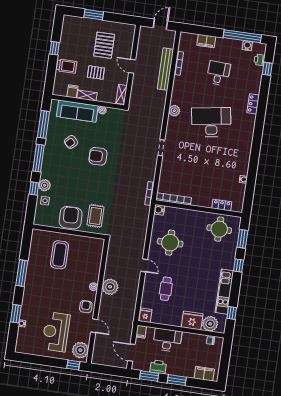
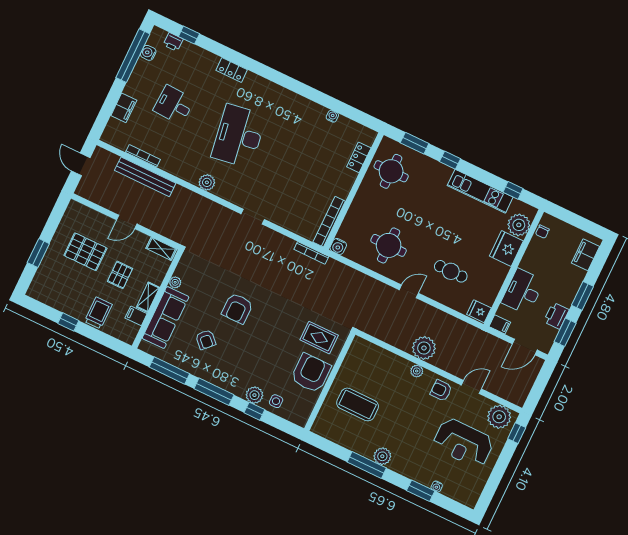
armchair: (71, 218) -> (311, 373), turned 91
plant: (31, 282) -> (382, 456), added

